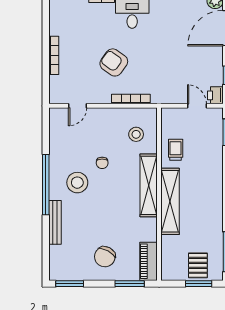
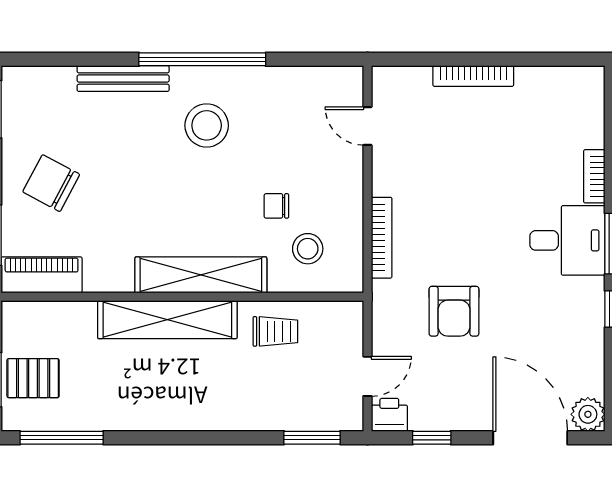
armchair: (114, 62) -> (454, 311), moved, turned 144
chair: (102, 163) -> (276, 206), moved

